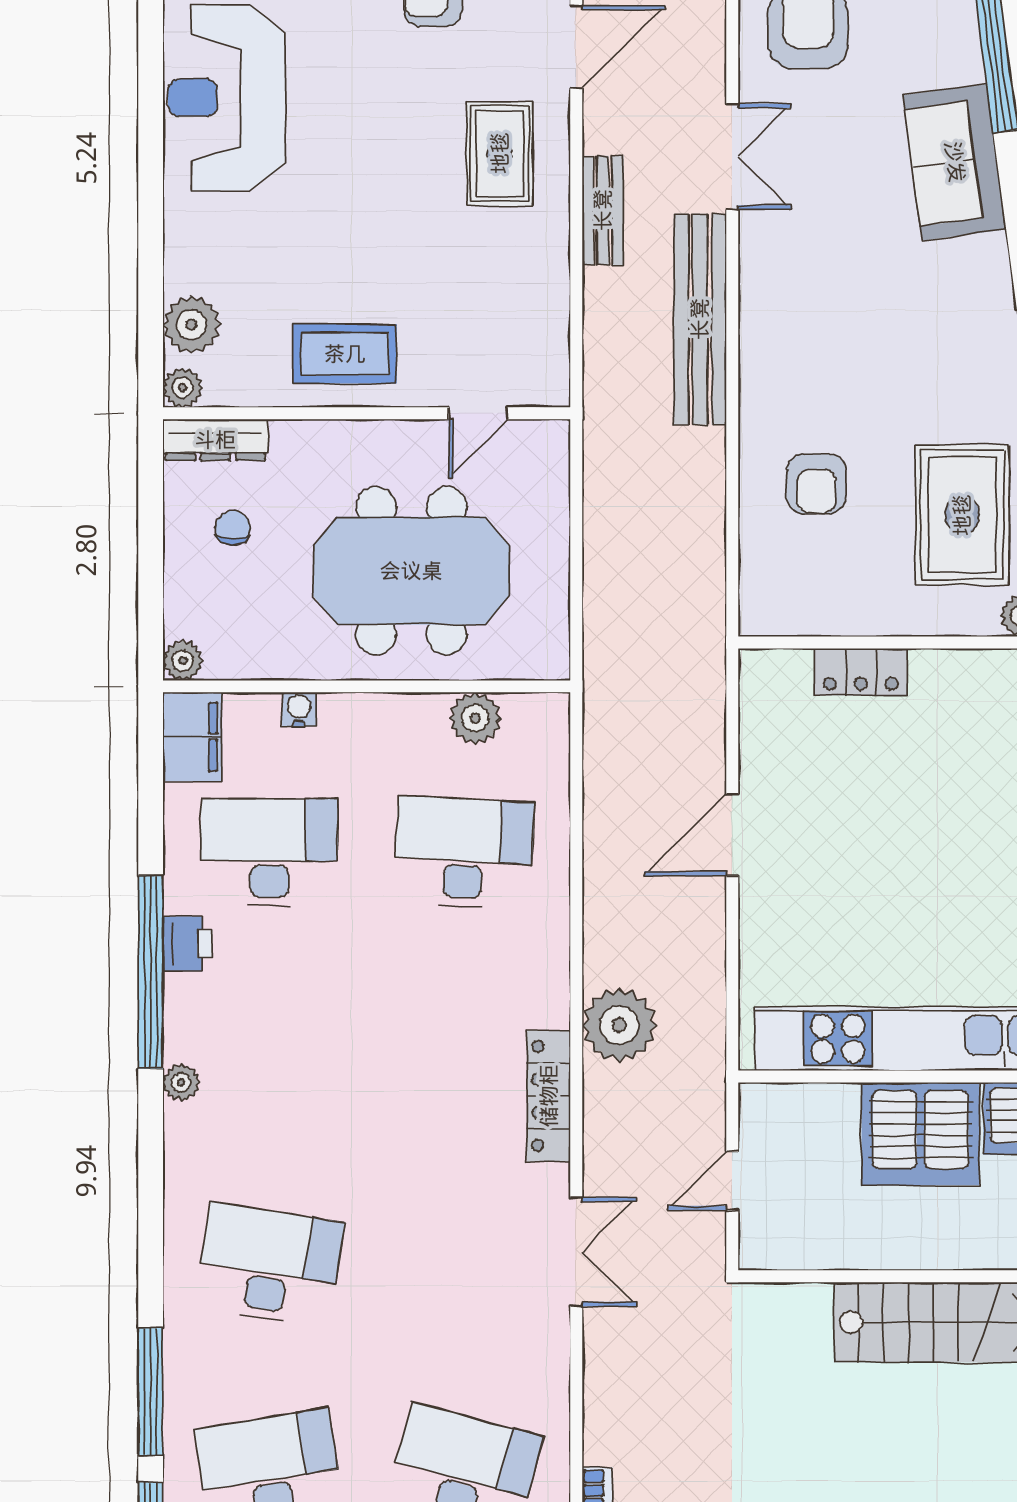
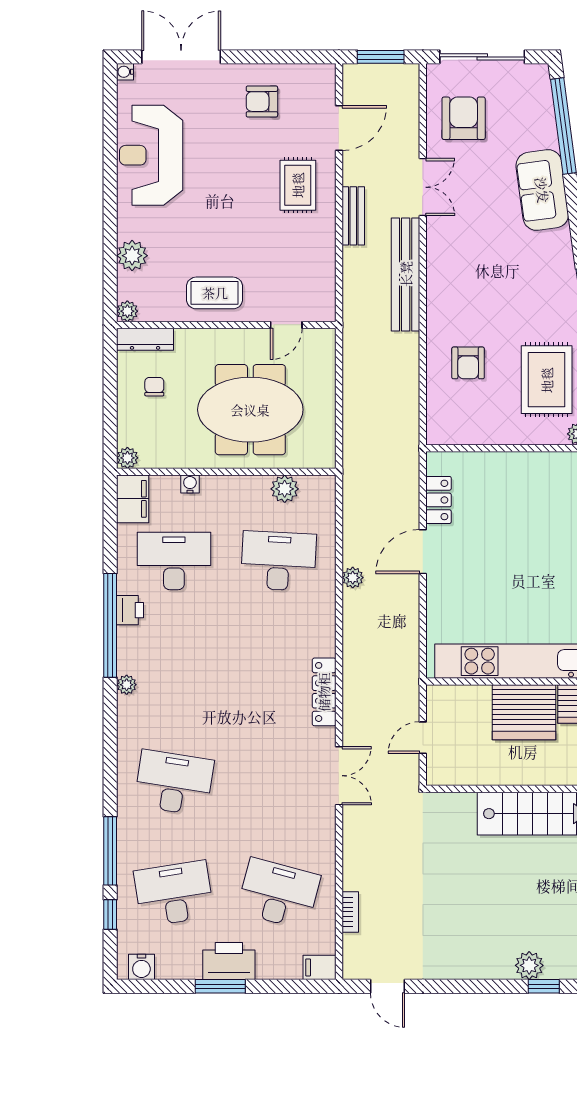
plant: (191, 325) -> (132, 256), moved
locker: (861, 672) -> (439, 500), moved, turned -90
plant: (619, 1025) -> (353, 578), moved, width x0.53, depth x0.53

